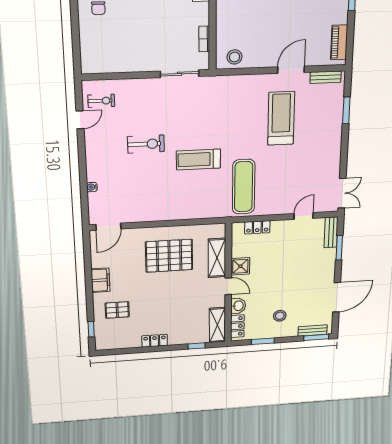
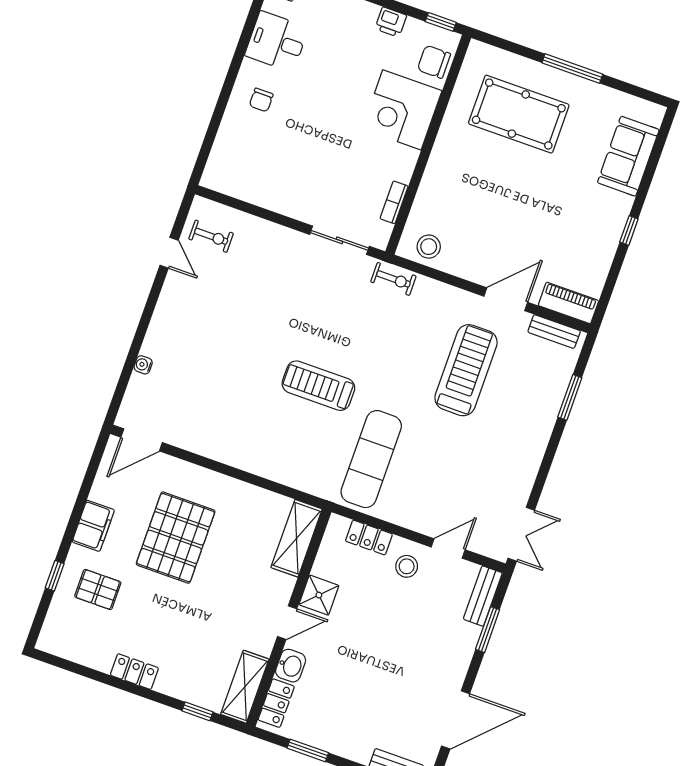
piano: (339, 42) -> (568, 303), moved, turned 90
door: (80, 120) -> (169, 253), hinge flipped
exercise bike: (146, 144) -> (393, 279), moved, width x0.73, depth x0.72
pallet: (169, 256) -> (176, 538), moved, turned 90
shelving: (217, 258) -> (297, 538), moved
door: (228, 286) -> (287, 623), hinge flipped
stool: (280, 316) -> (407, 566), moved
window: (91, 329) -> (55, 576), moved

